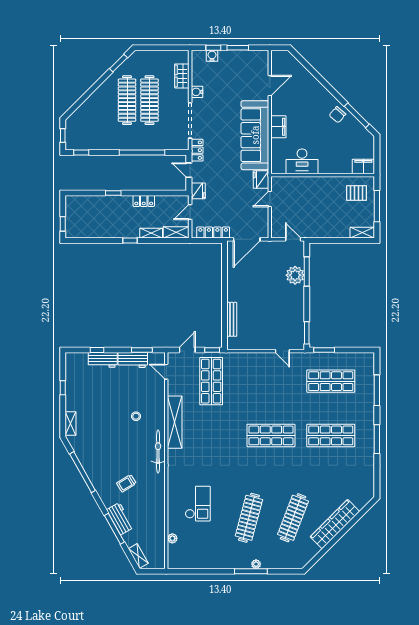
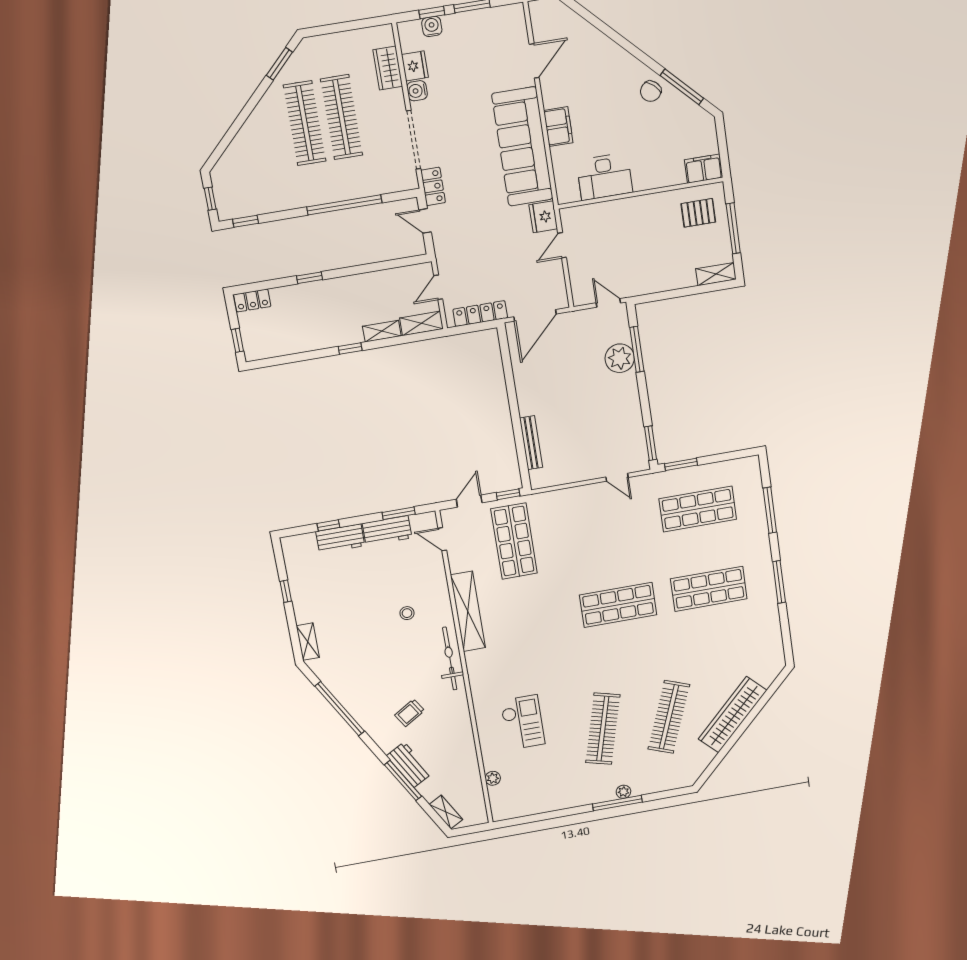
fridge: (198, 191) -> (415, 66), moved
locker: (144, 201) -> (252, 300), moved

